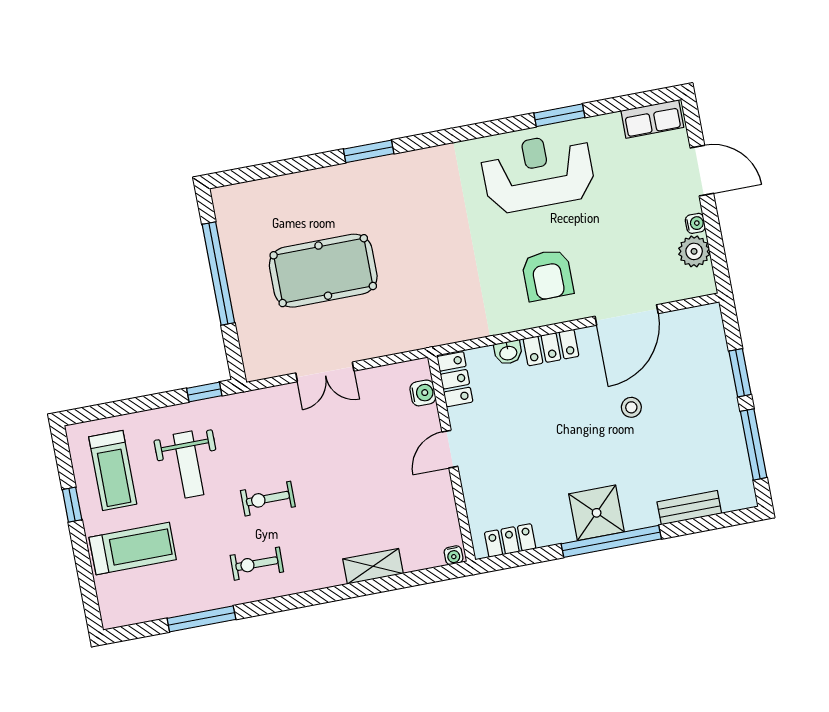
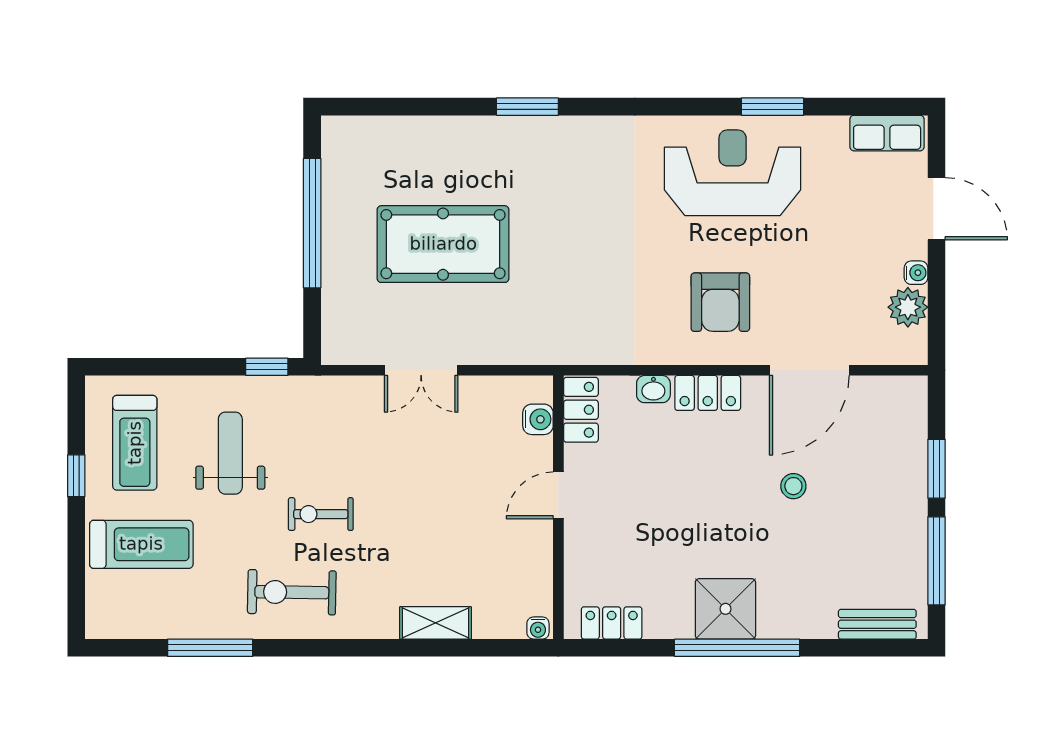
weight bench: (189, 464) -> (230, 453), turned 180
bench: (689, 508) -> (877, 624), moved
exercise bike: (257, 564) -> (292, 592), width x1.38, depth x1.39

